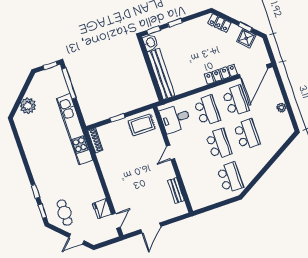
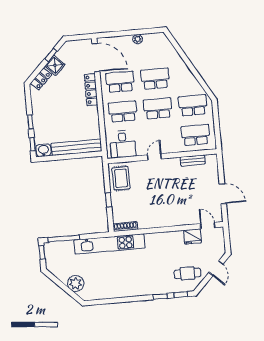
shower: (246, 38) -> (55, 65), moved
door: (170, 153) -> (155, 157), swing flipped
school desk: (202, 187) -> (196, 135), added

